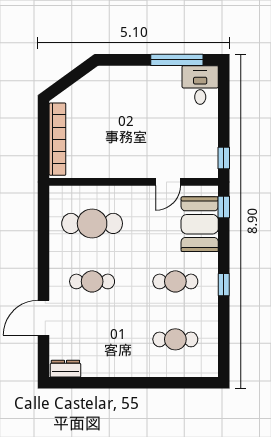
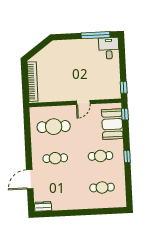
door: (168, 182) -> (83, 102), moved

